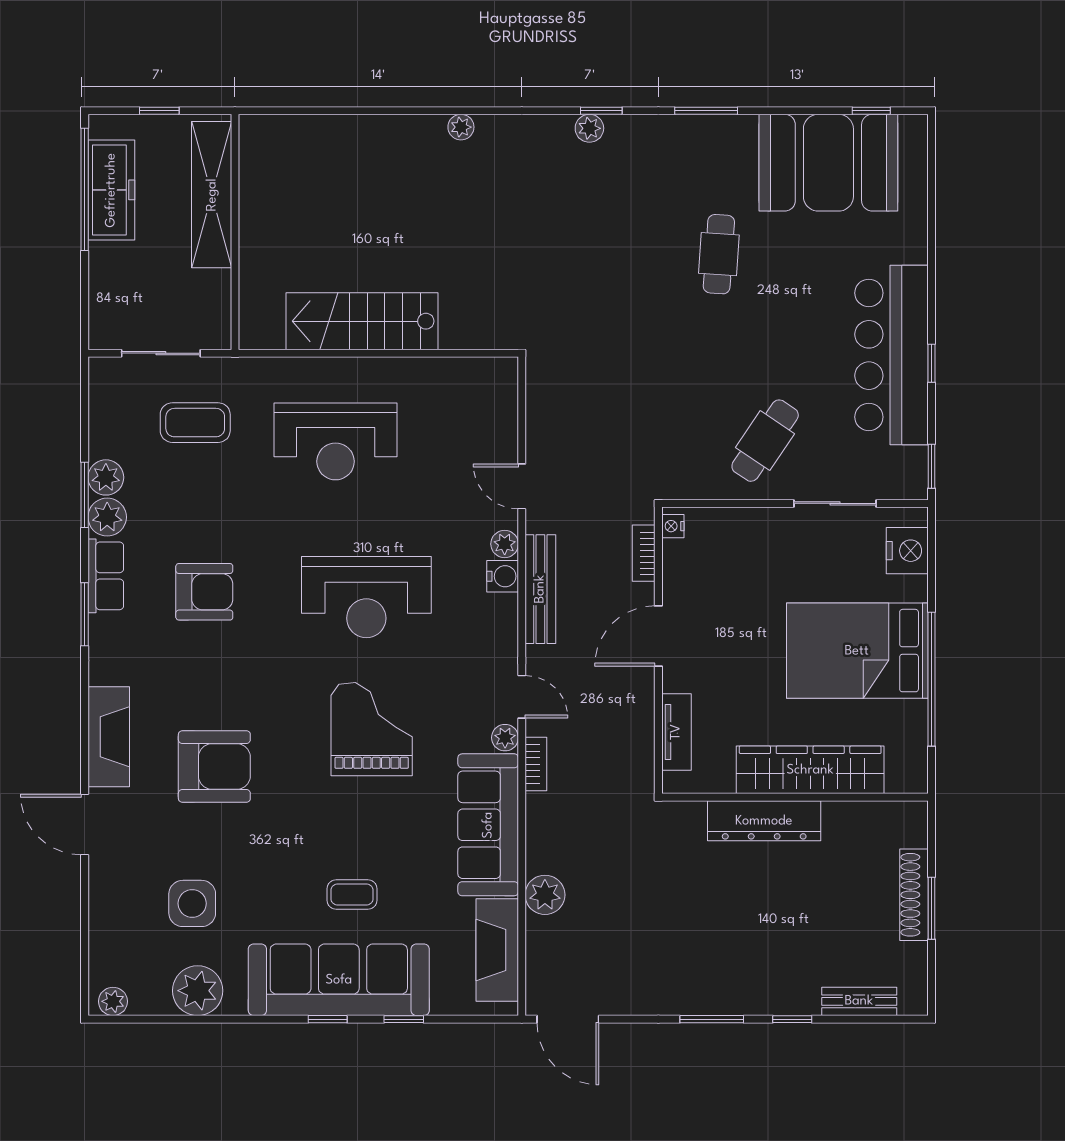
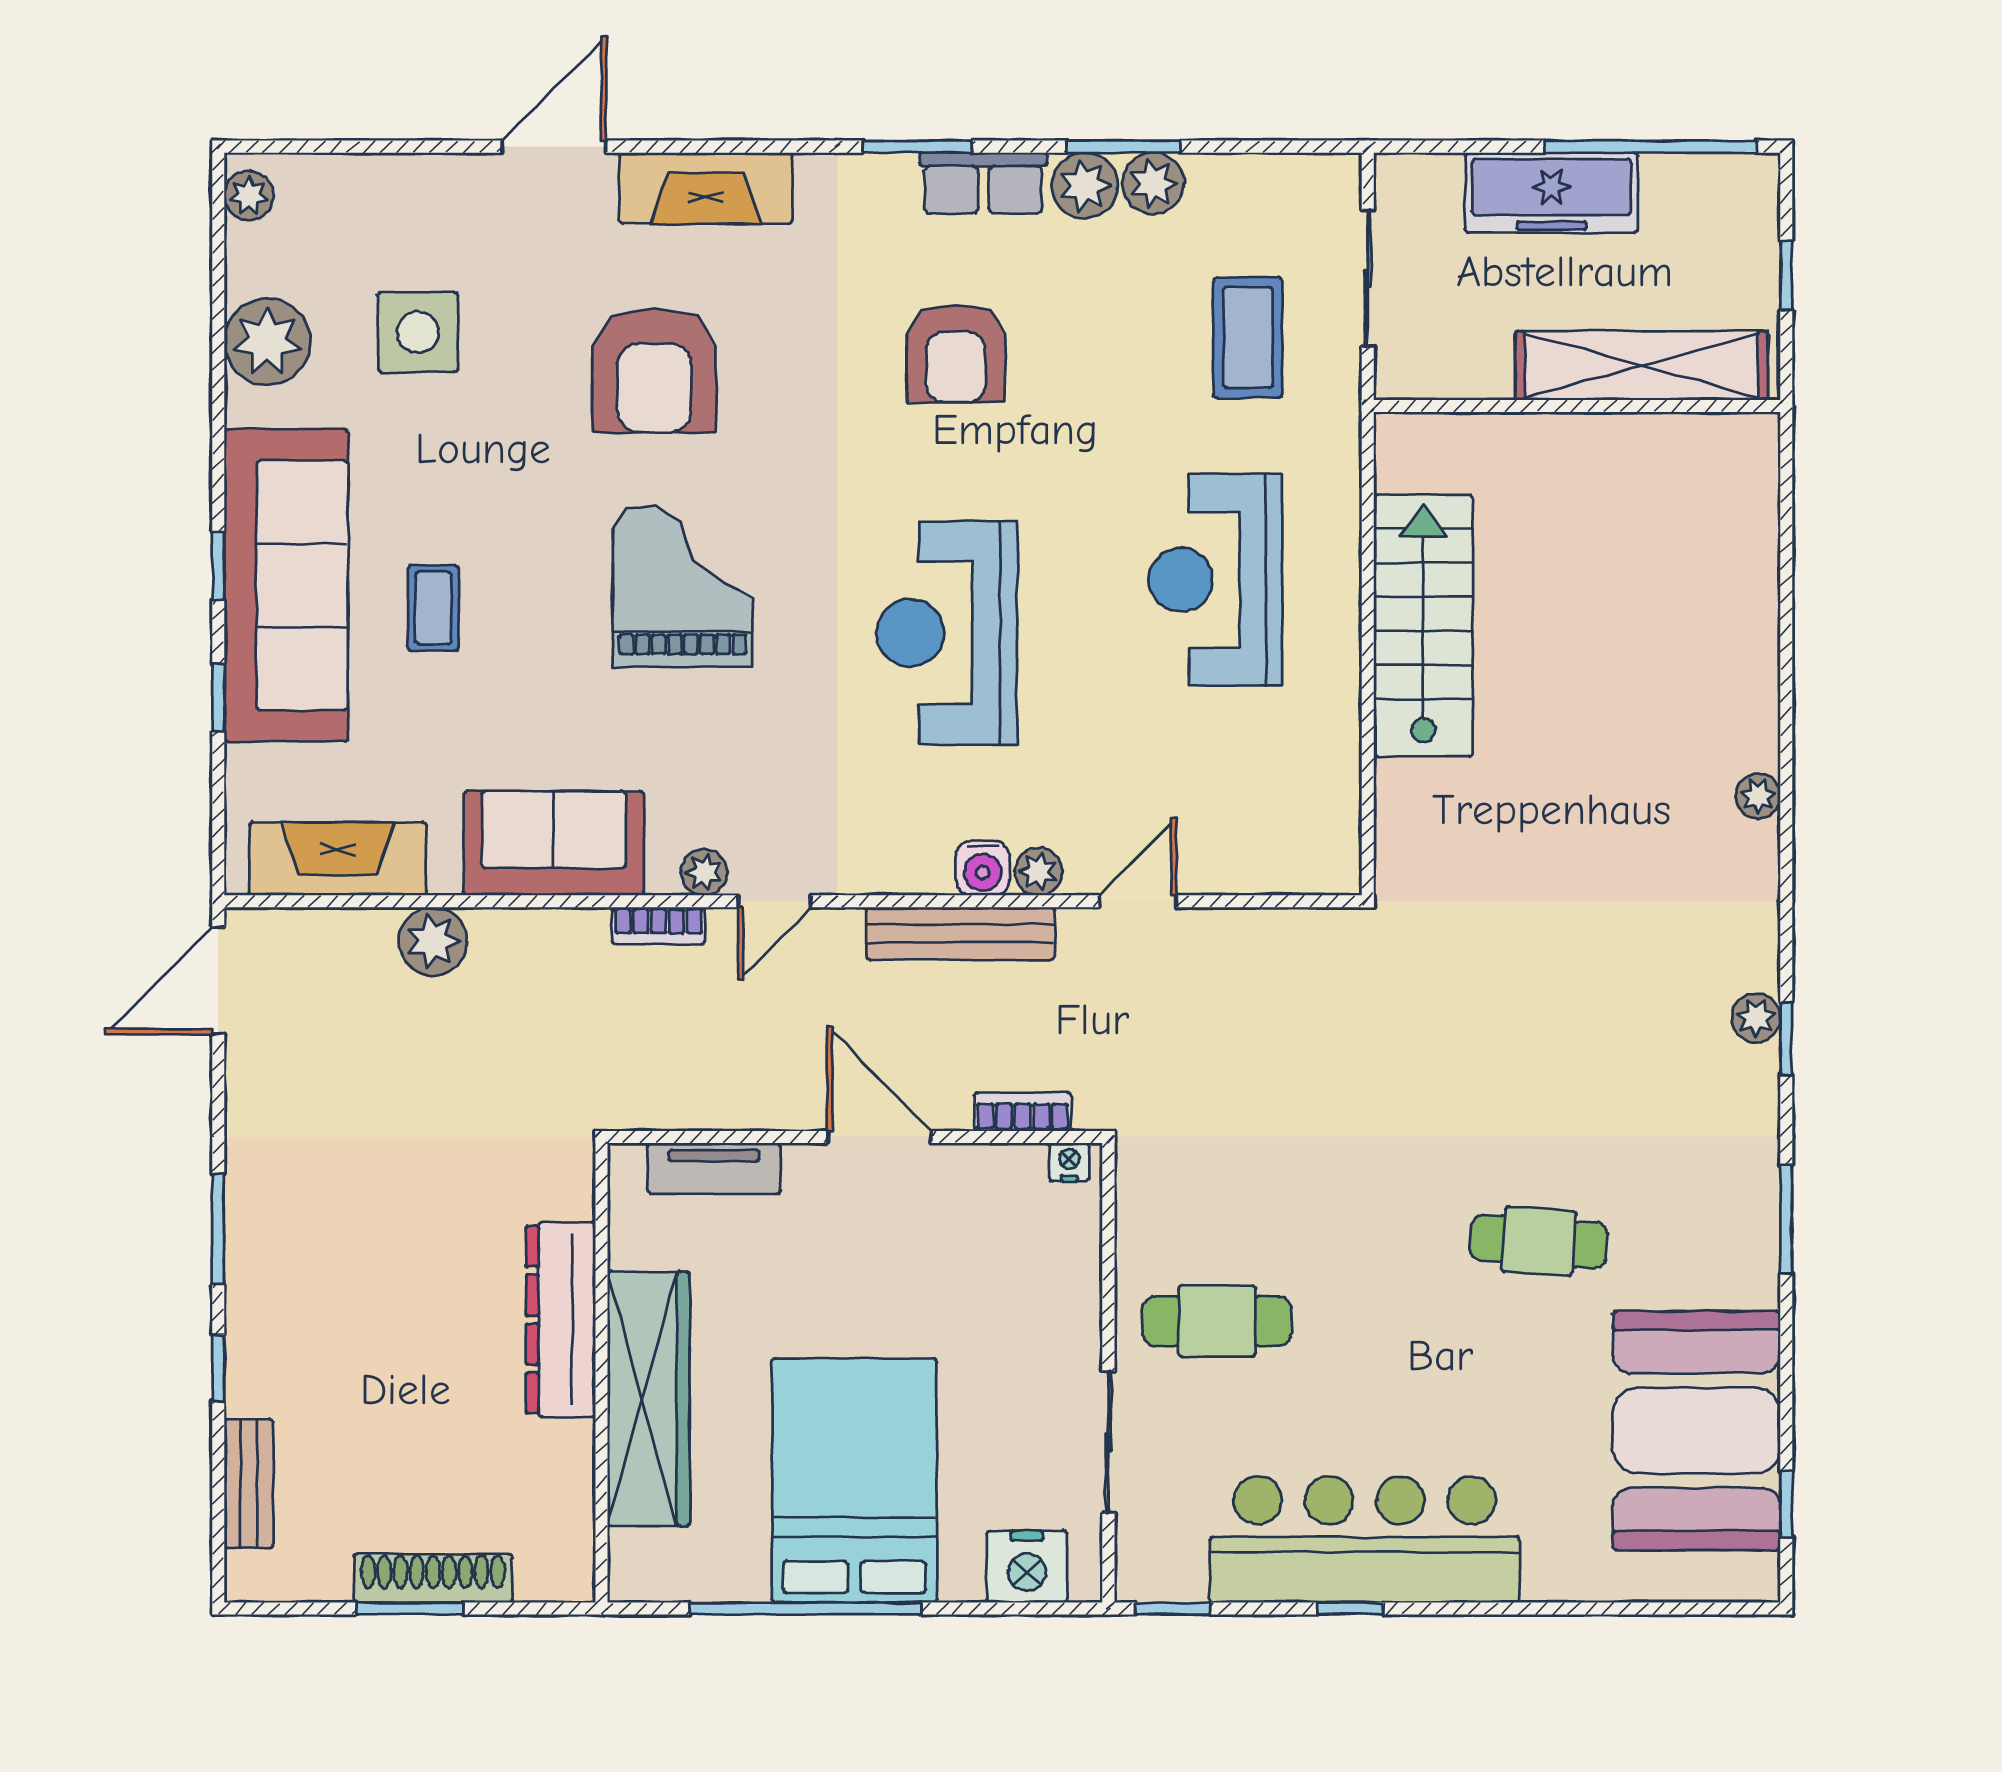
freezer: (111, 190) -> (1552, 193), moved
cafe table: (765, 441) -> (1217, 1321), turned -34
grand piano: (372, 729) -> (683, 586), moved, turned -90
sofa: (488, 825) -> (554, 843), width x0.73

